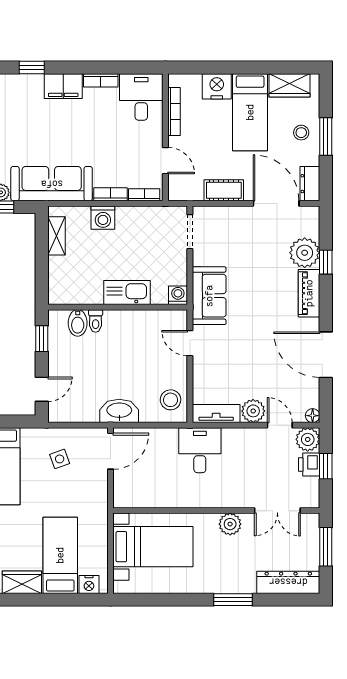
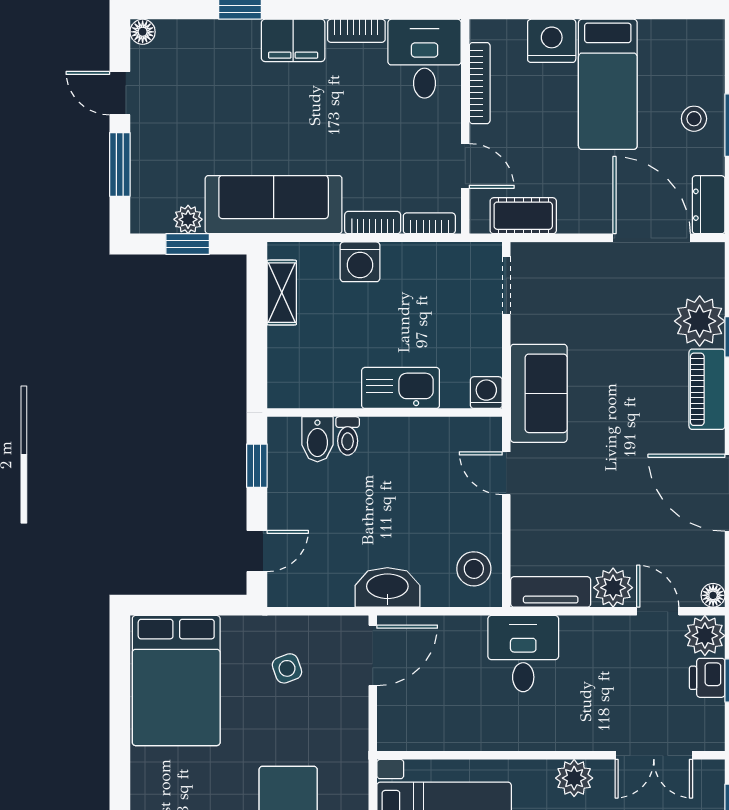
wardrobe: (289, 85) -> (674, 39), removed
cot: (224, 190) -> (523, 216), moved

